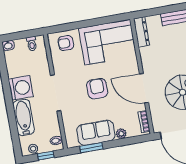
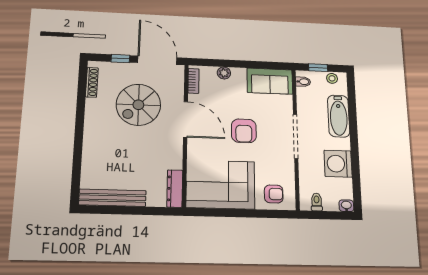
washing machine: (21, 88) -> (338, 164), moved
sofa: (96, 133) -> (270, 81), moved
window: (91, 148) -> (263, 65), removed

